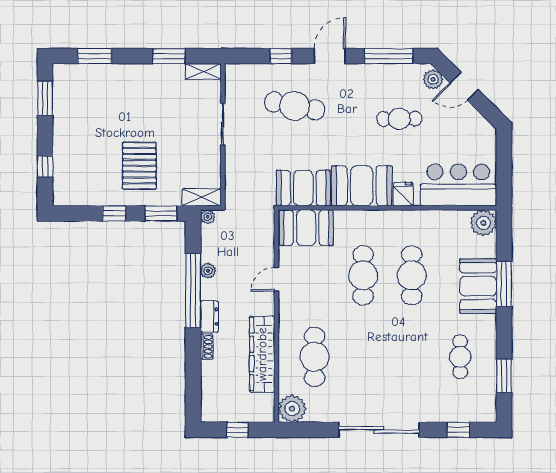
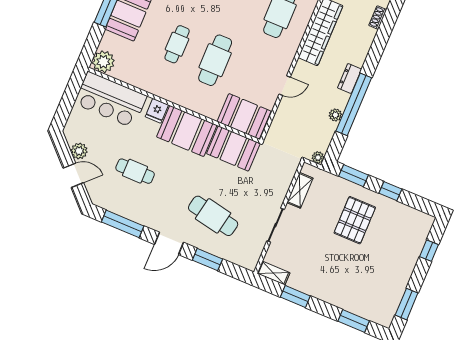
window: (281, 56) -> (207, 260), width x1.50
plant: (433, 79) -> (79, 151), moved
shelving: (202, 197) -> (300, 190), moved, turned 90
cafe table: (412, 275) -> (177, 44), width x0.73, depth x0.74
shoe rack: (207, 347) -> (378, 18), moved

